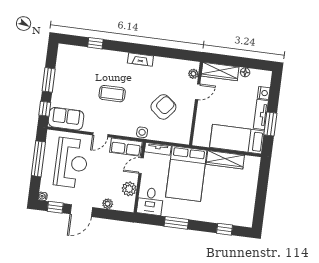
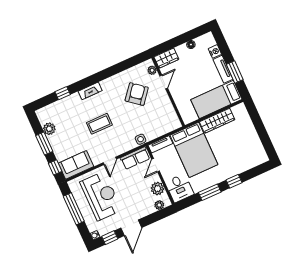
fireplace: (140, 59) -> (90, 91), moved
plant: (62, 69) -> (49, 129), added
wardrobe: (220, 72) -> (166, 58), width x0.67
armchair: (163, 107) -> (137, 94), moved
plant: (108, 204) -> (159, 205), moved
window: (225, 229) -> (234, 181), moved

